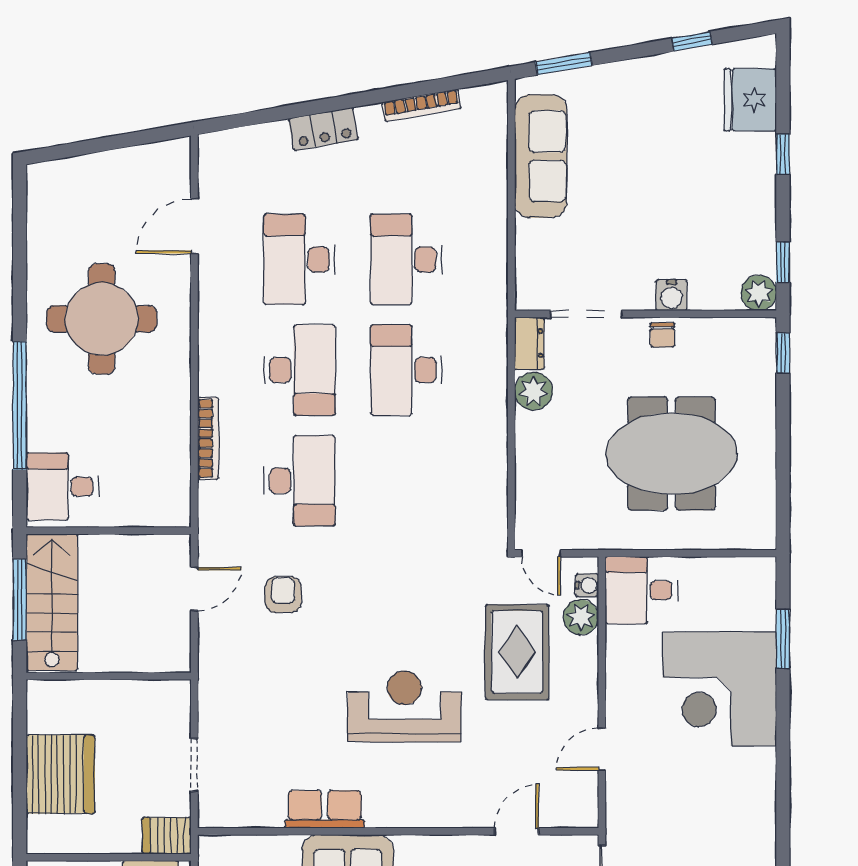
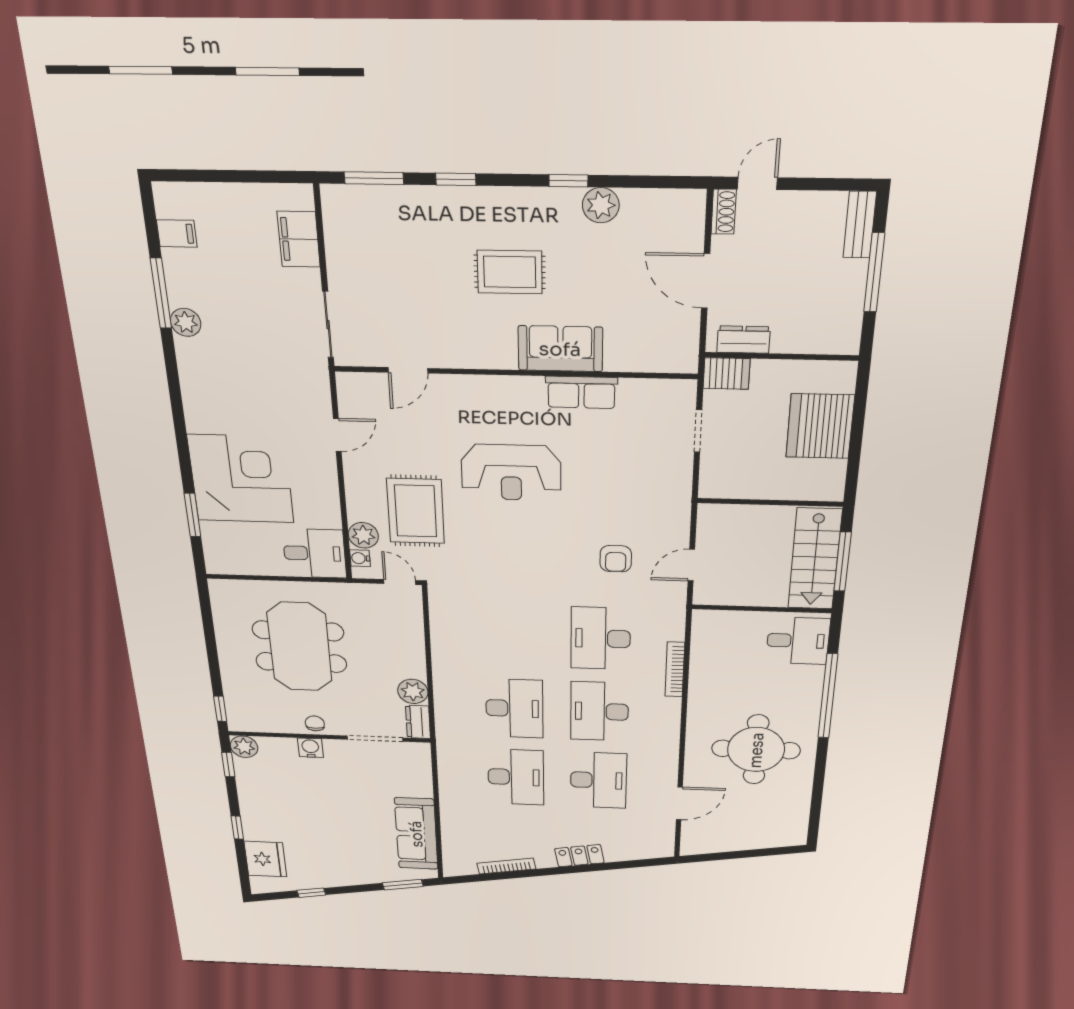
meeting table: (672, 454) -> (300, 647), turned 90

